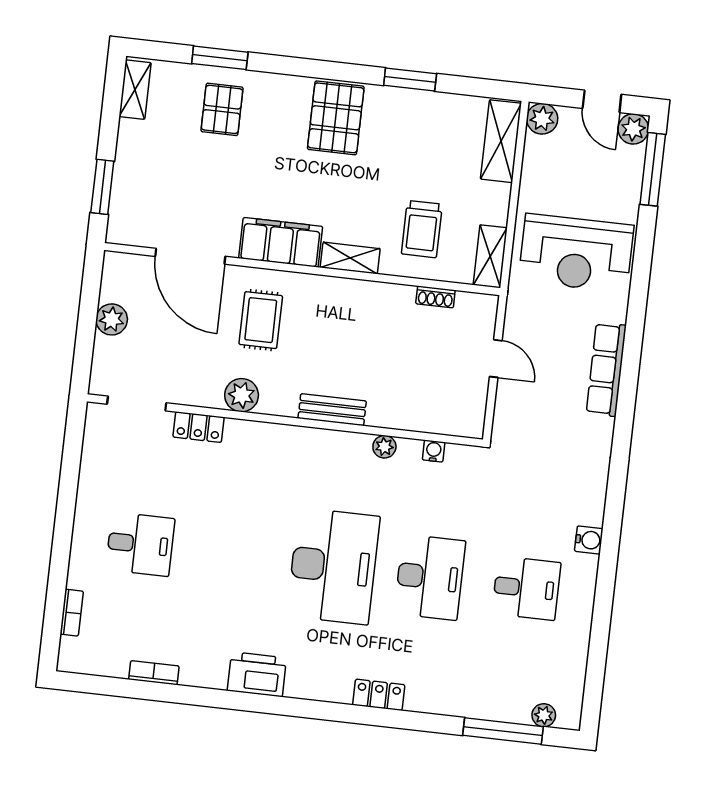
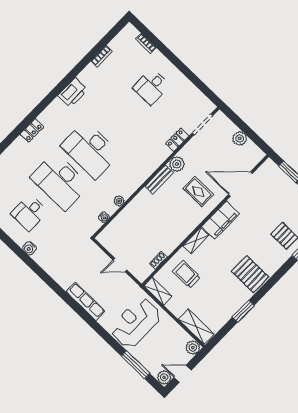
window: (653, 169) -> (136, 365), moved
bench: (332, 410) -> (159, 180), moved
desk: (430, 577) -> (60, 181), width x1.36, depth x1.30

